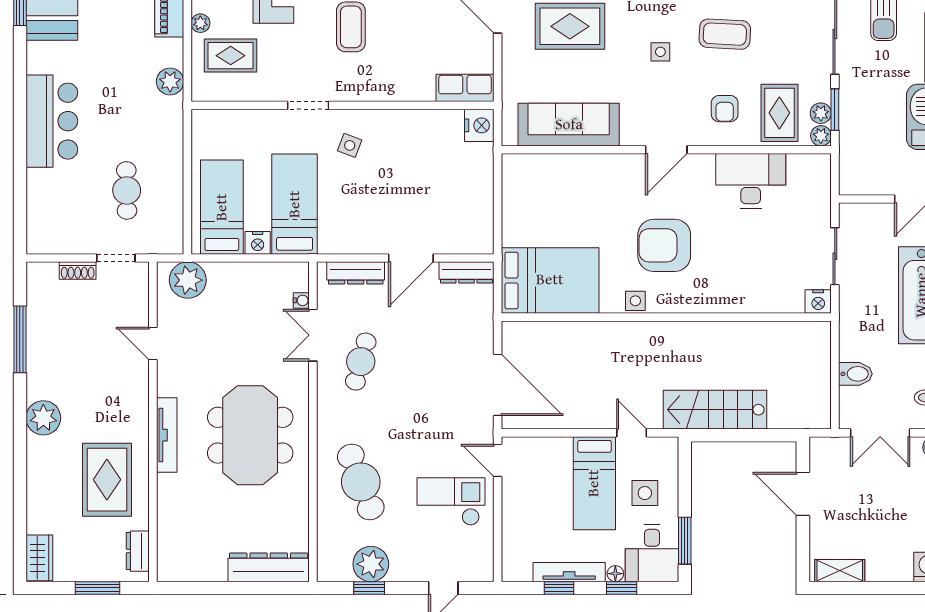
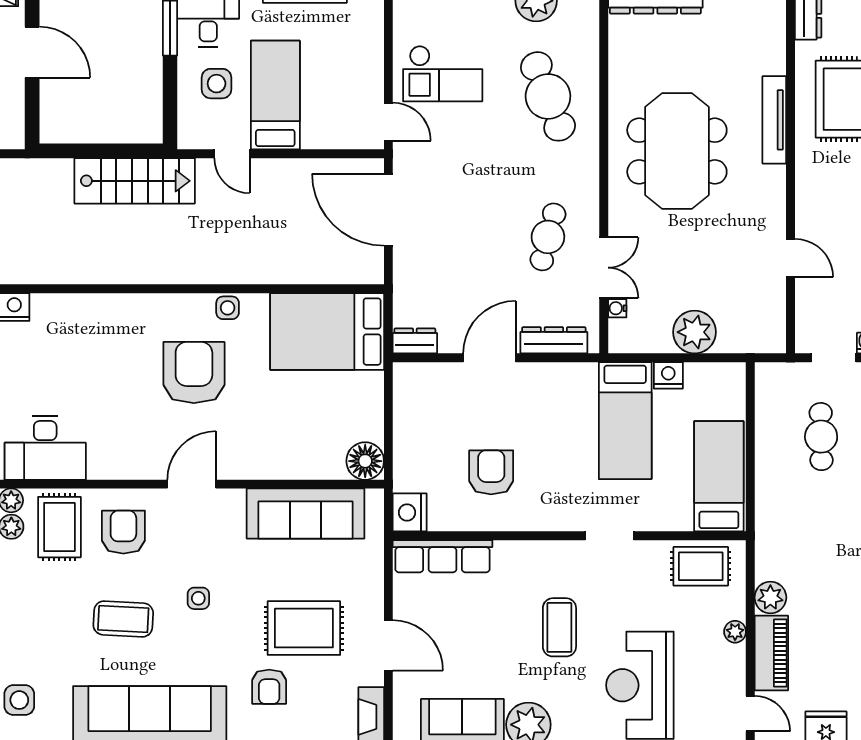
rug: (231, 56) -> (701, 566), moved
plant: (170, 82) -> (770, 597), moved
row of seats: (465, 88) -> (443, 556), width x1.48
armchair: (725, 109) -> (123, 532), width x1.38, depth x1.38
side table: (350, 145) -> (561, 489), removed
armchair: (409, 160) -> (491, 472), added
floor lamp: (517, 169) -> (365, 461), added
desk: (751, 181) -> (45, 448), moved
bed: (222, 207) -> (719, 476), moved, turned 180
armchair: (664, 245) -> (194, 373), turned -90
dresser: (467, 272) -> (415, 341), width x0.70
plant: (188, 280) -> (694, 332), moved
tv unit: (167, 435) -> (774, 120), moved
door: (803, 494) -> (32, 52), moved

